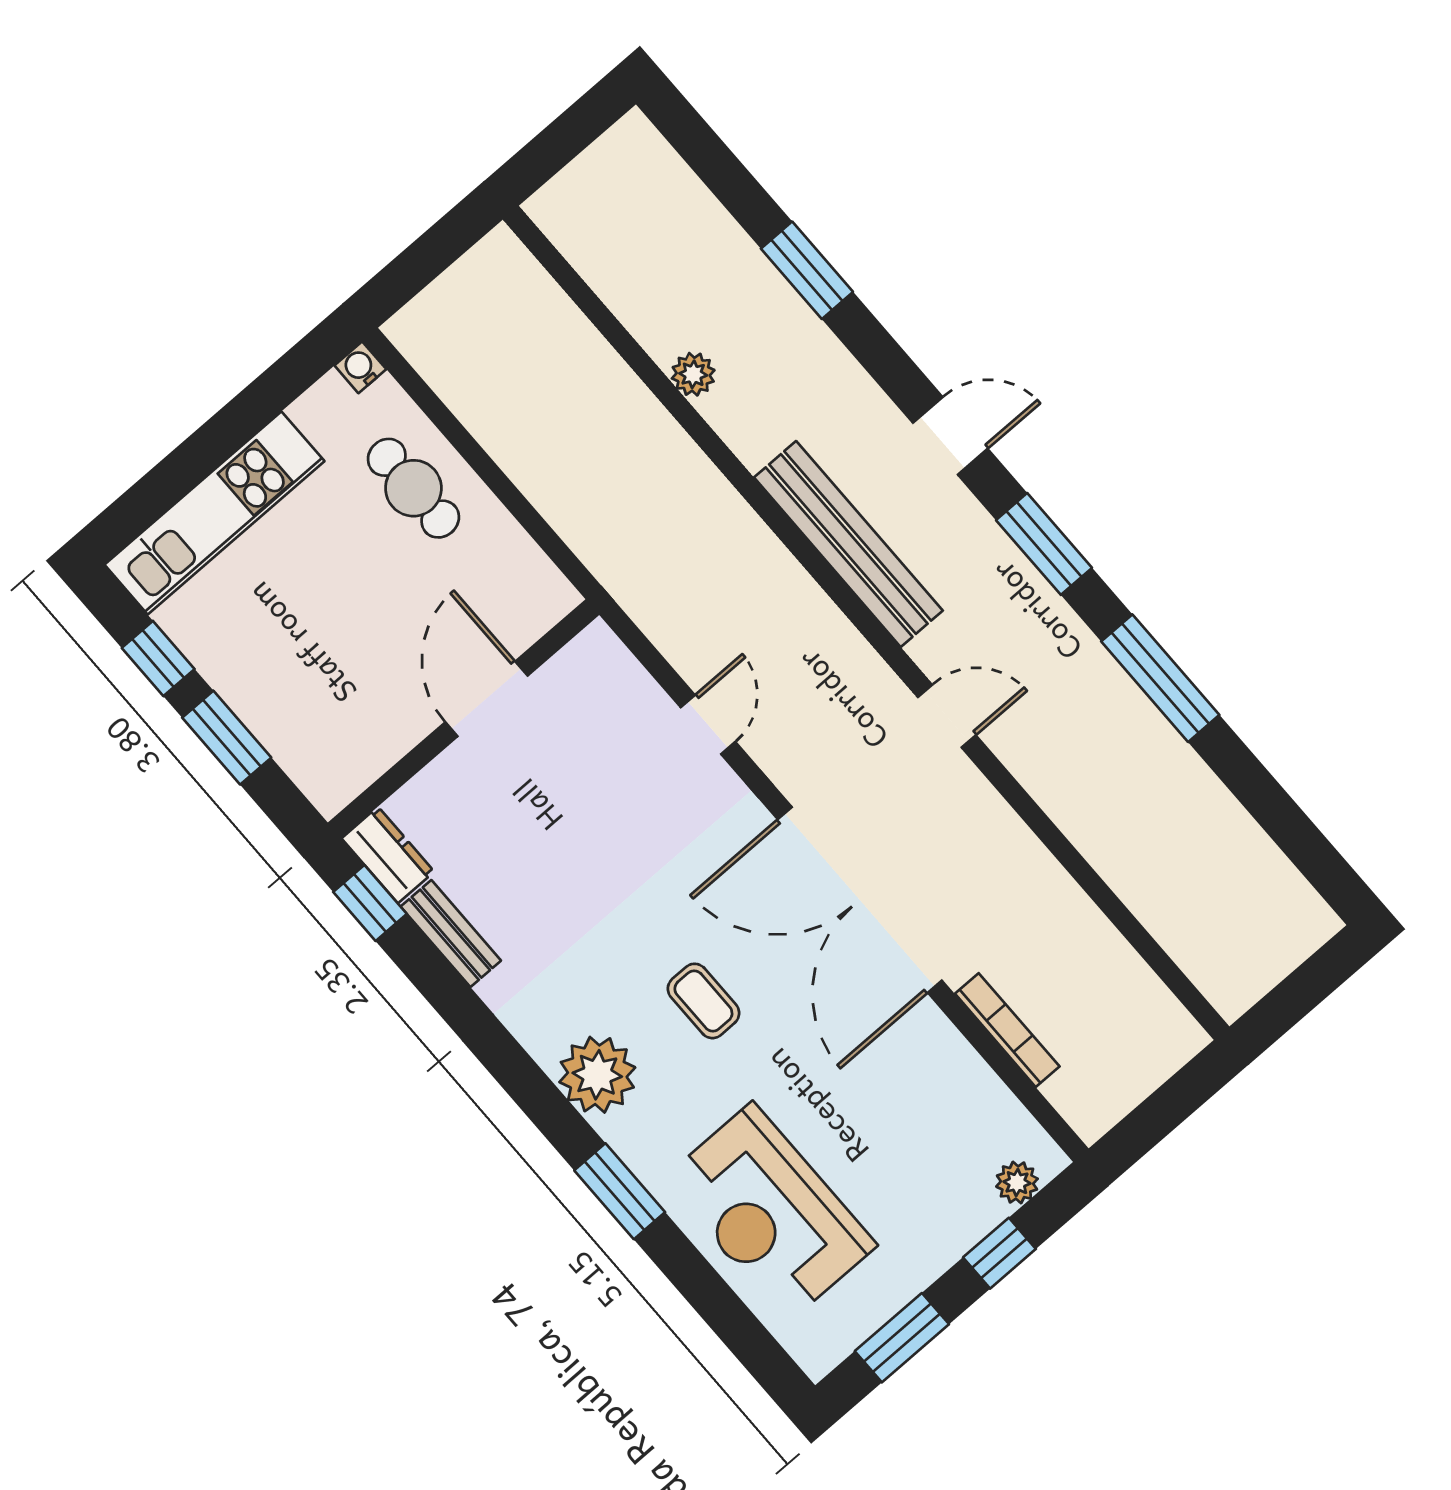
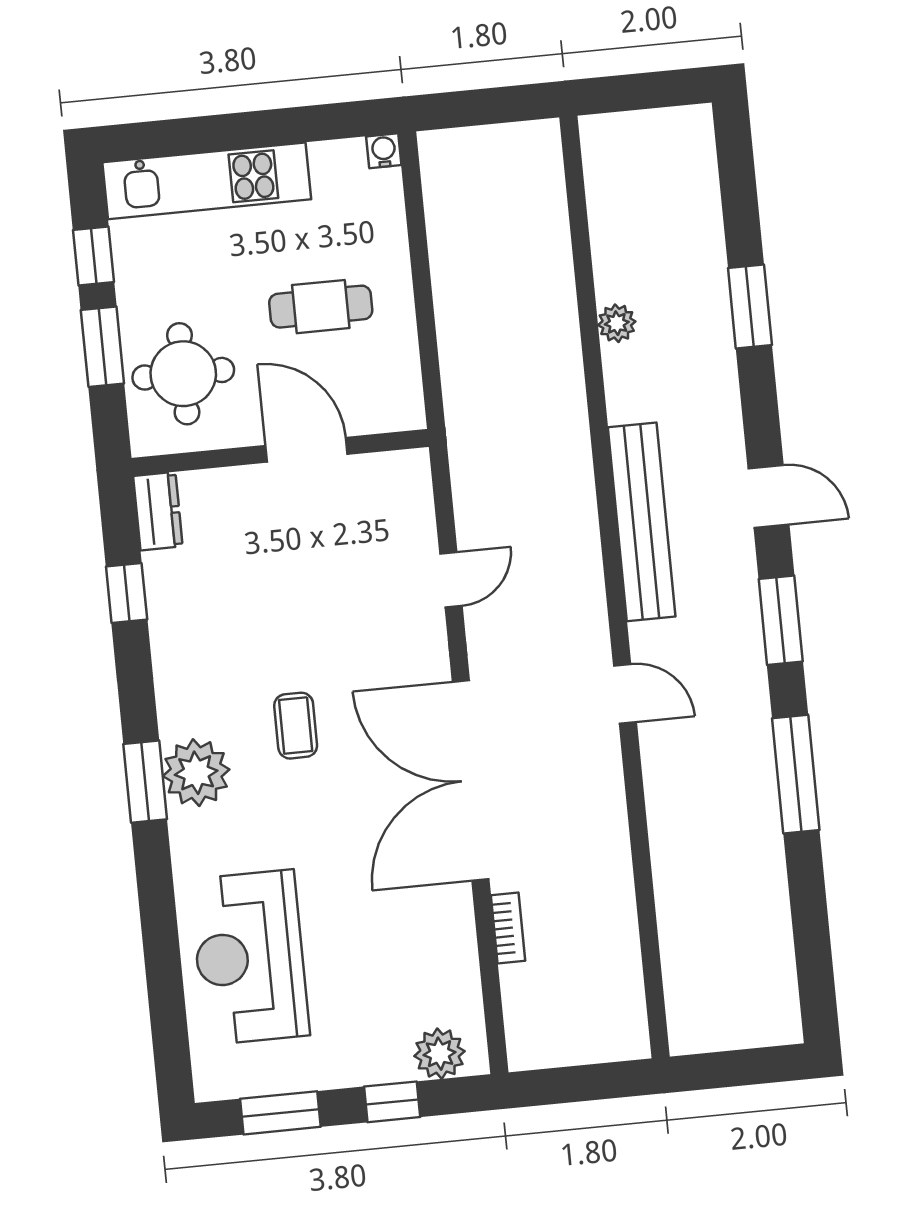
cafe table: (413, 488) -> (321, 307), moved, turned 90
door: (486, 699) -> (306, 450), hinge flipped
round table: (320, 709) -> (183, 374), added
window: (370, 903) -> (127, 593), moved
bench: (451, 934) -> (163, 599), removed
coffee table: (703, 1001) -> (296, 726), moved
bookcase: (1007, 1030) -> (508, 928), width x0.64
plant: (1017, 1183) -> (439, 1054), width x1.38, depth x1.38
window: (620, 1191) -> (145, 782), moved

